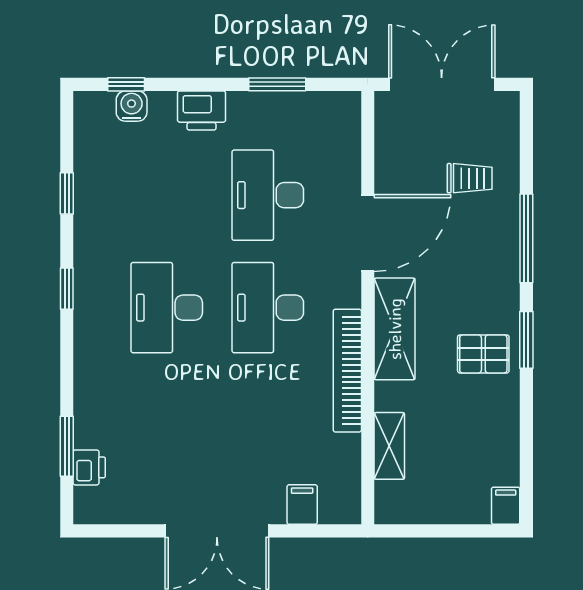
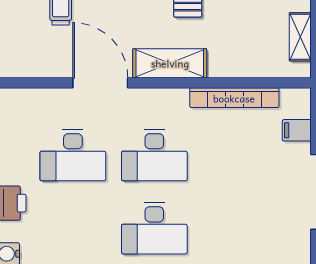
bookcase: (347, 371) -> (234, 98), moved
shelving: (389, 446) -> (300, 37), moved, turned 90

